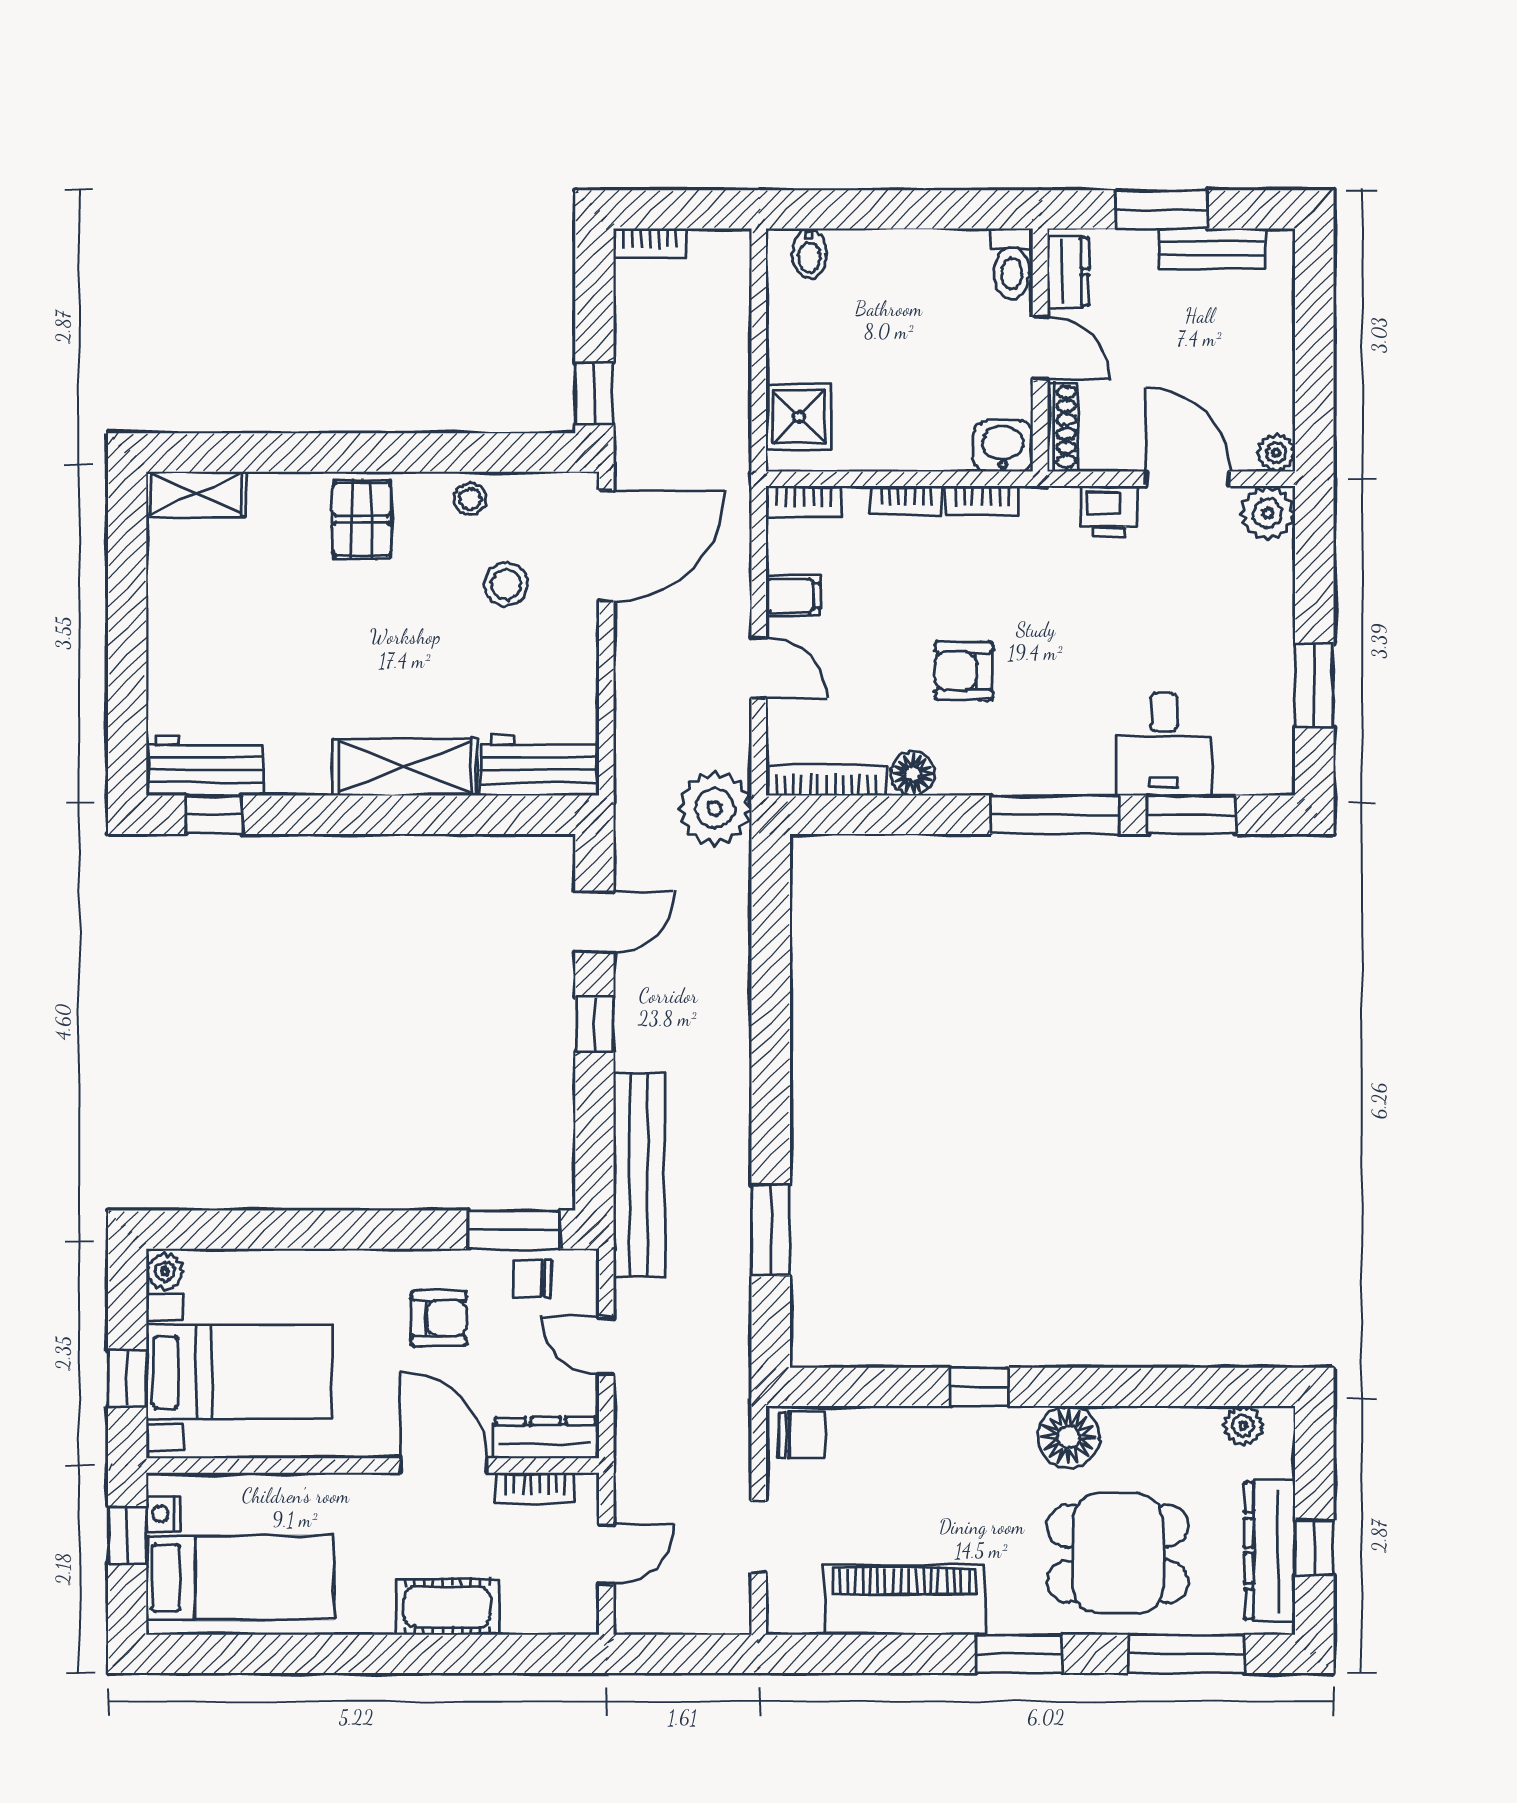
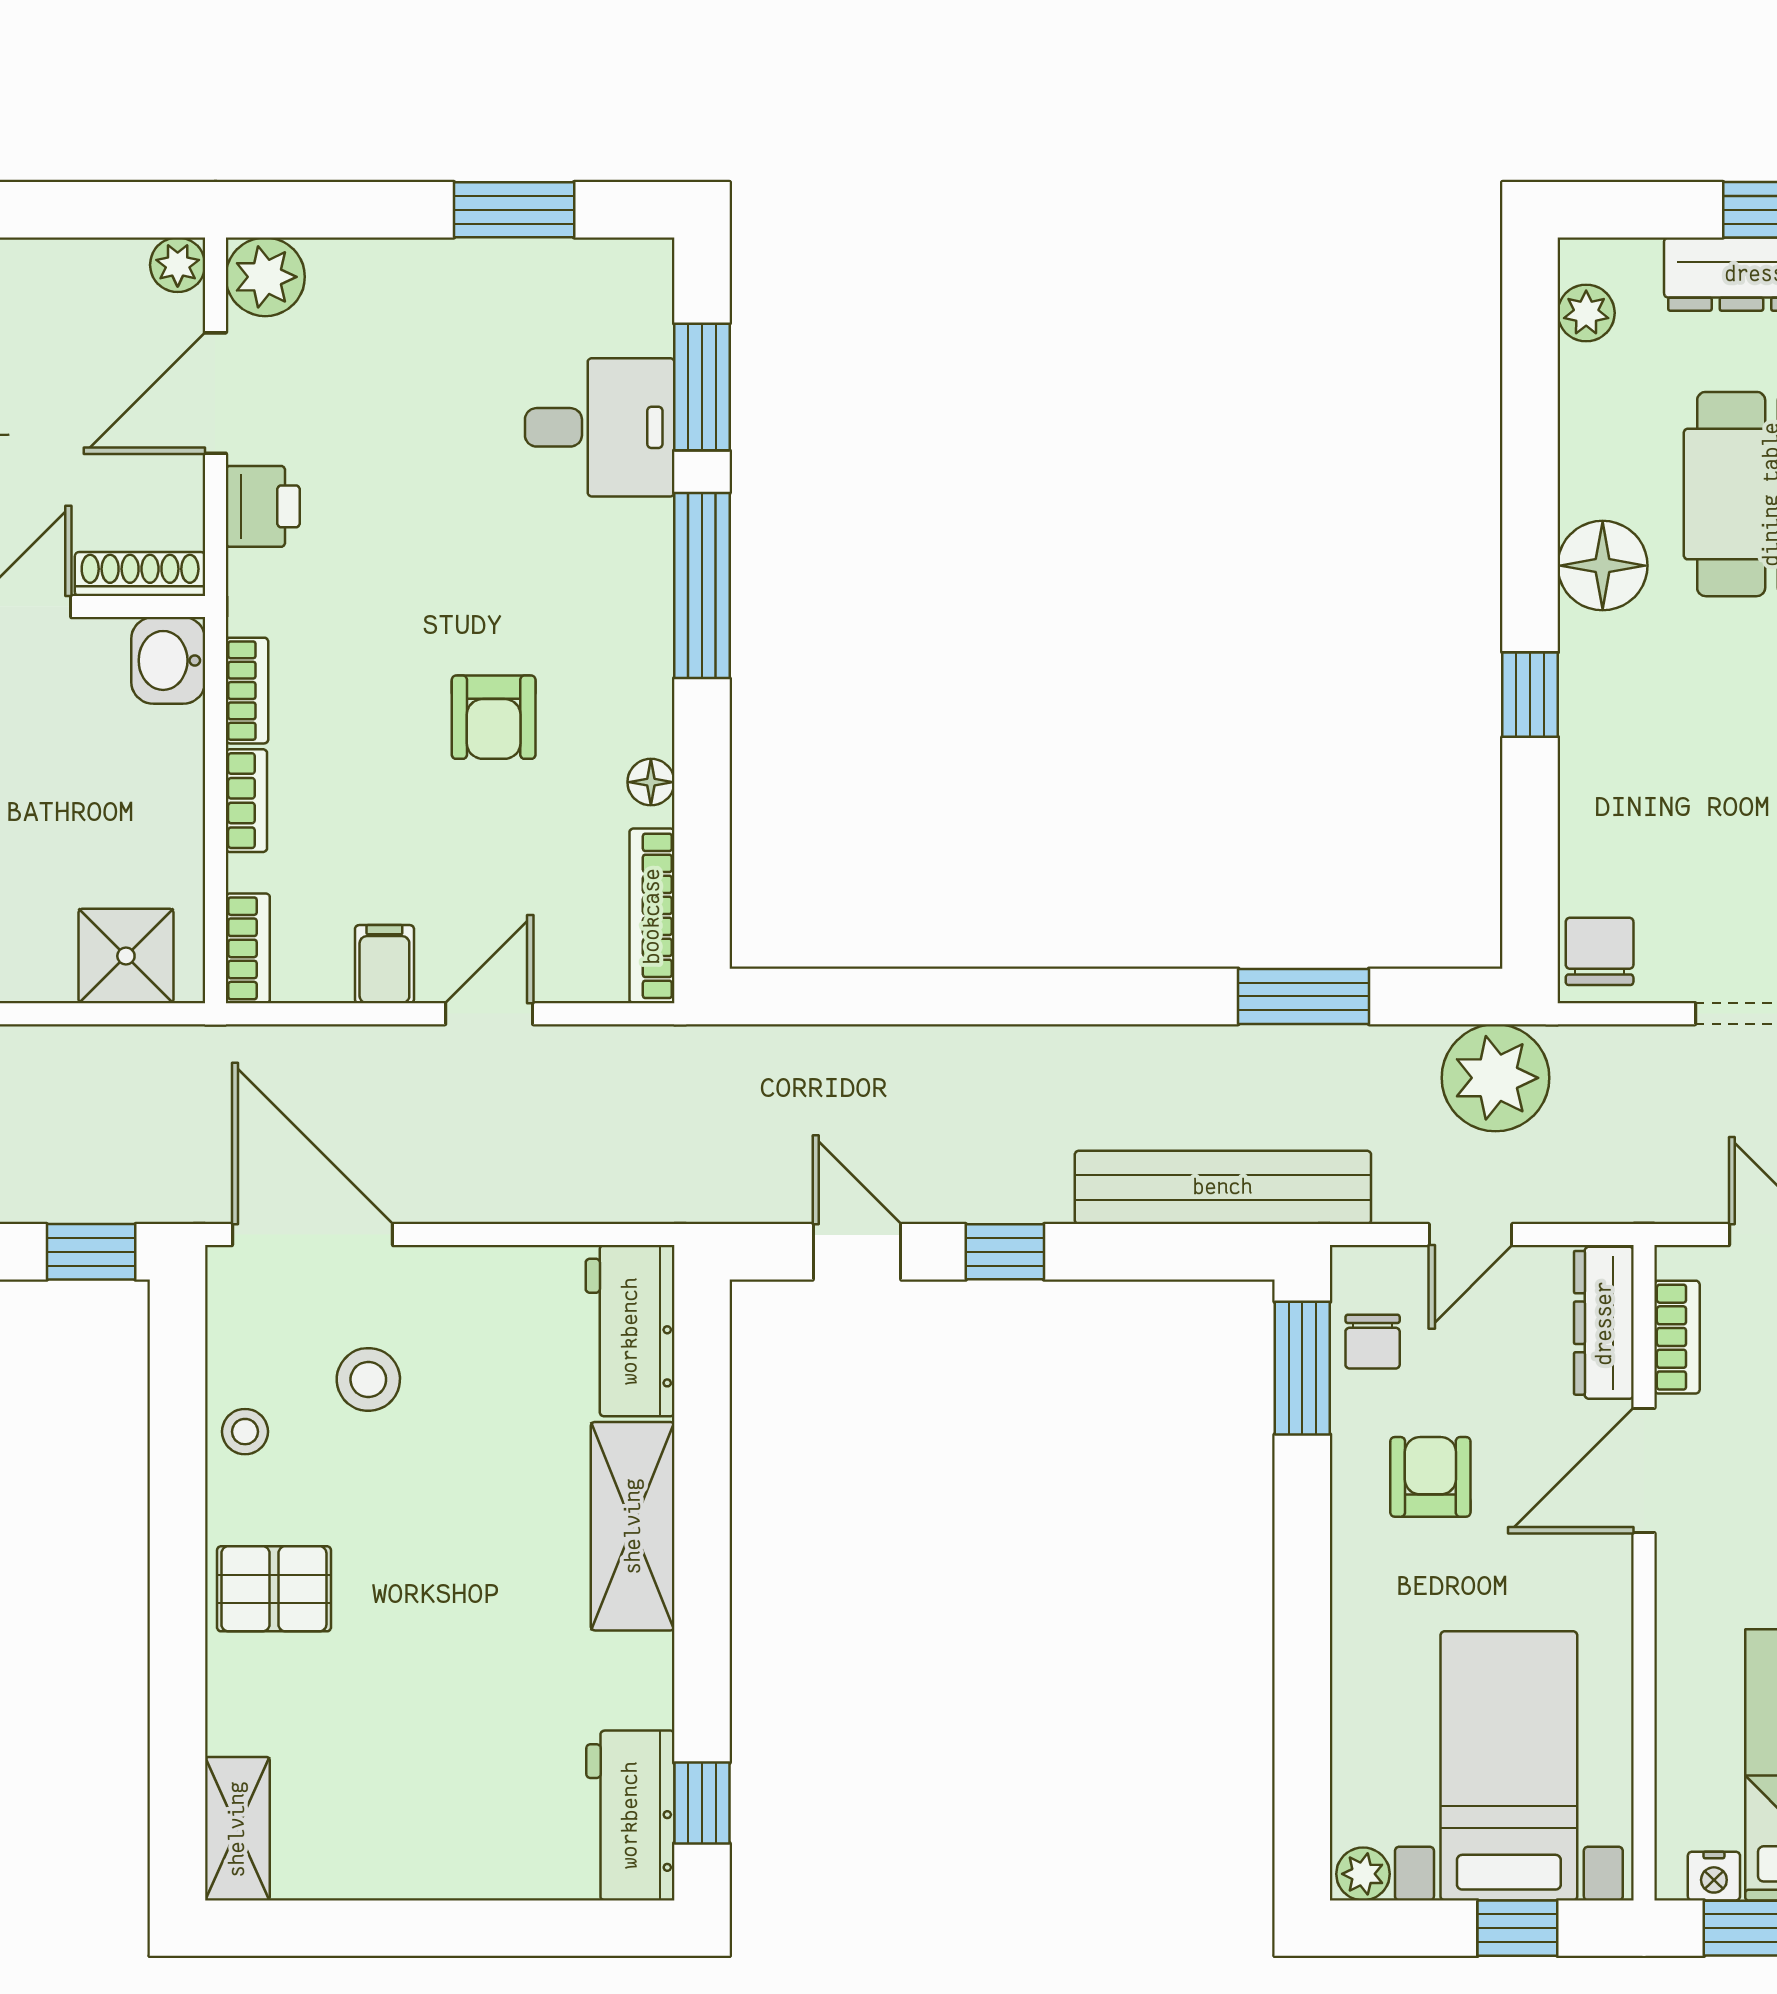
floor lamp: (913, 774) -> (651, 782), width x0.73, depth x0.73
plant: (715, 808) -> (1496, 1078), moved

